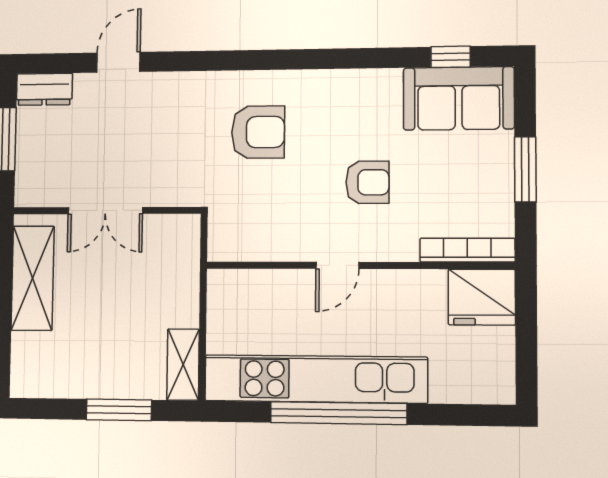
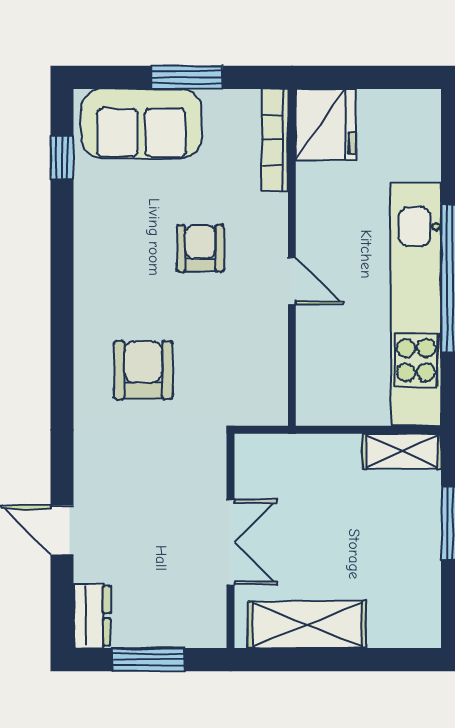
sofa: (459, 98) -> (141, 124), moved, turned 90

